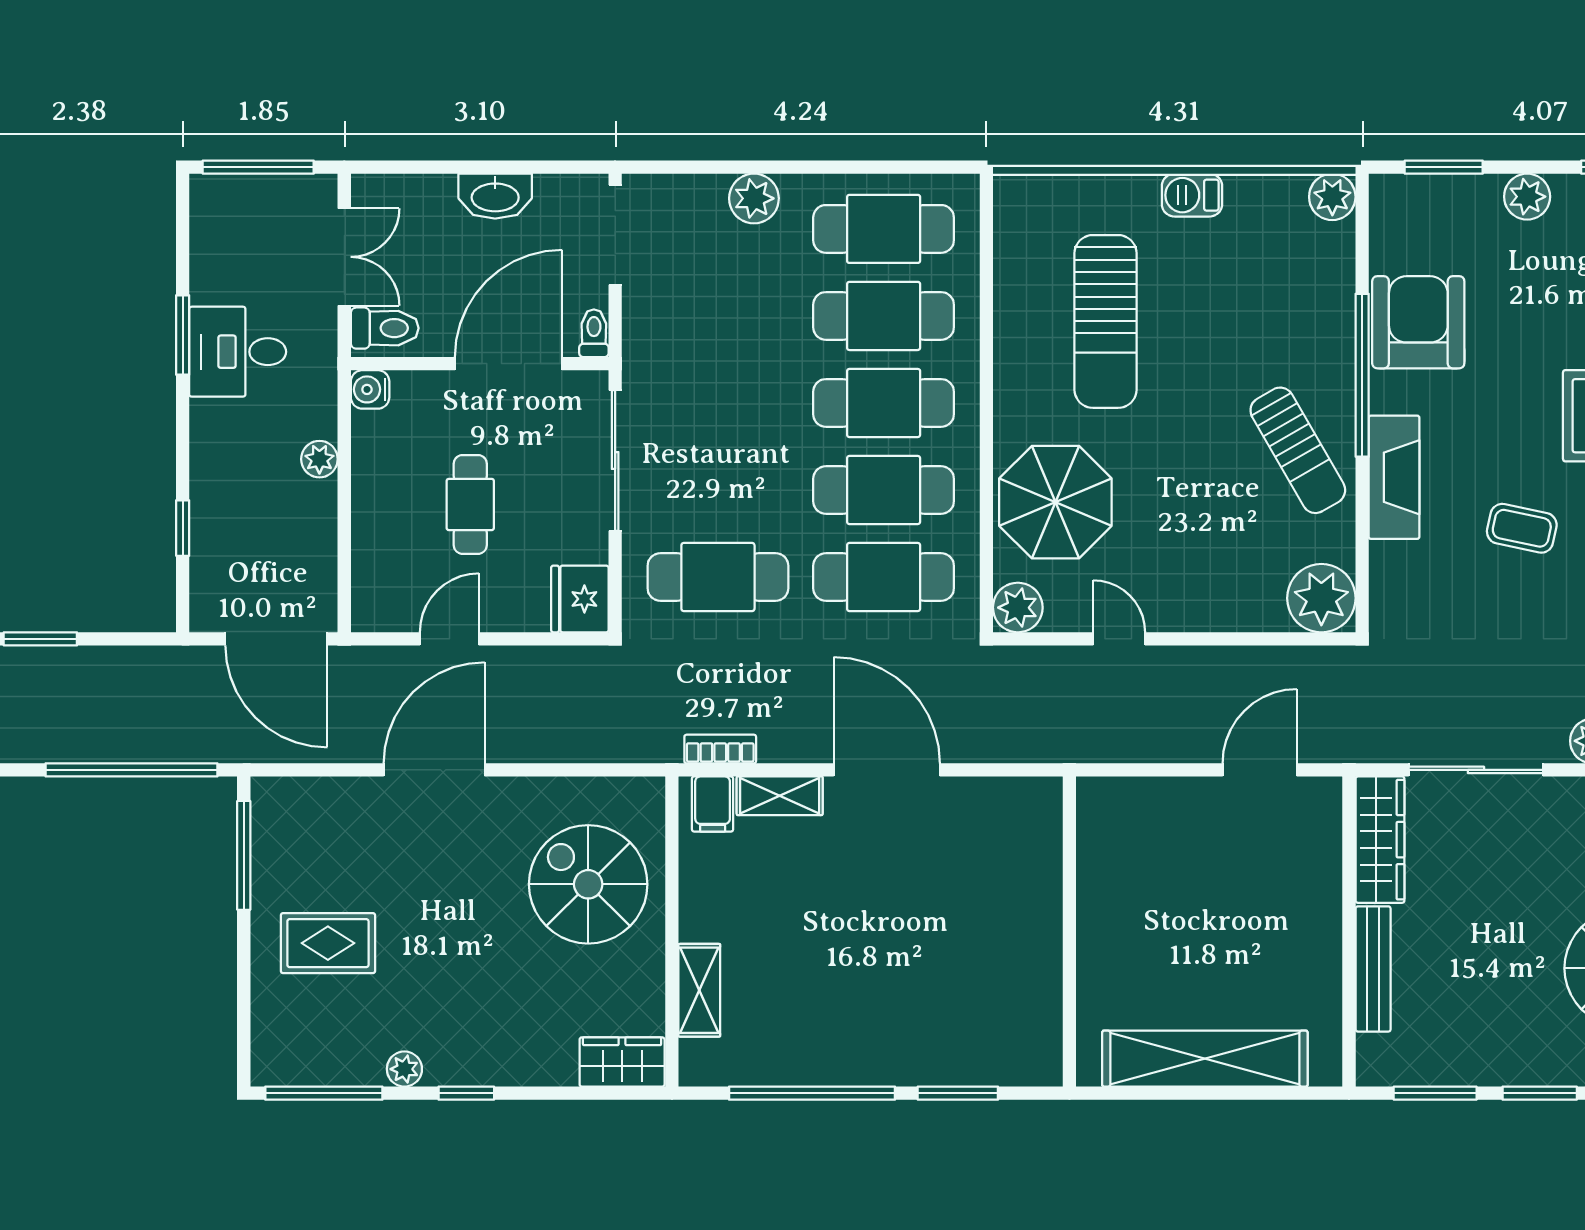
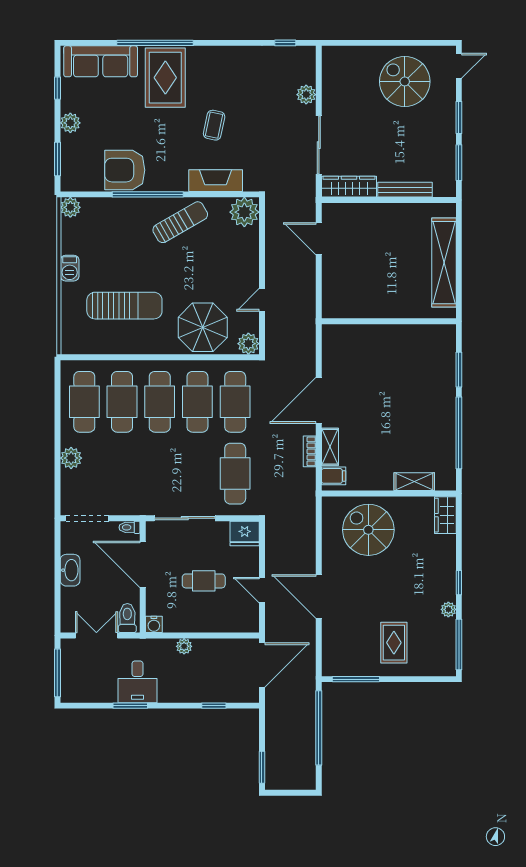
fireplace: (1394, 477) -> (216, 181), moved
bookcase: (720, 749) -> (310, 451), moved
spiral stairs: (588, 884) -> (368, 530), turned 90

